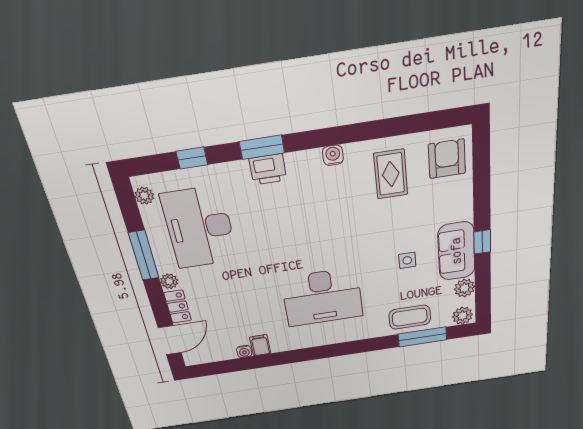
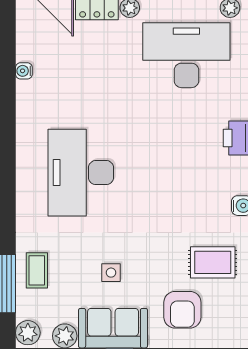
armchair: (447, 159) -> (182, 310), moved, turned 90
coffee table: (410, 317) -> (37, 270), width x0.73, depth x0.77
filing cabinet: (260, 345) -> (29, 91), removed

